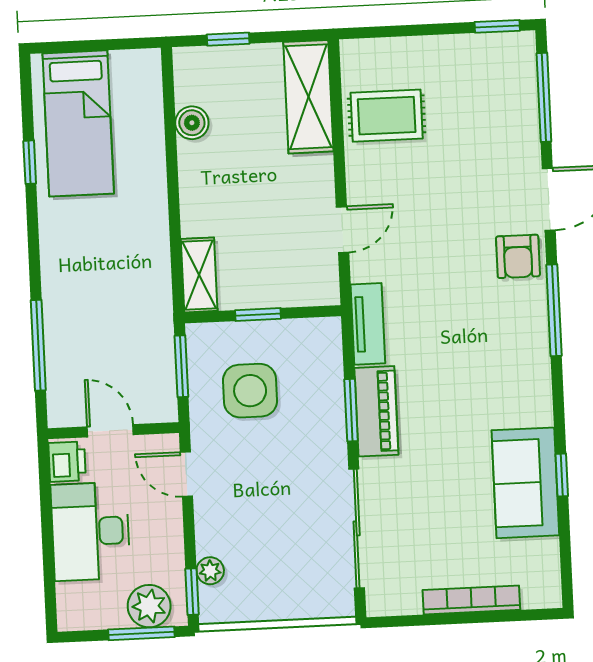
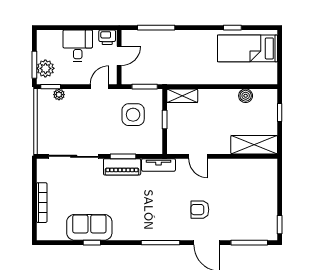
rug: (387, 116) -> (245, 177), removed
armchair: (518, 256) -> (200, 210), moved
desk: (91, 531) -> (78, 46), width x0.73

